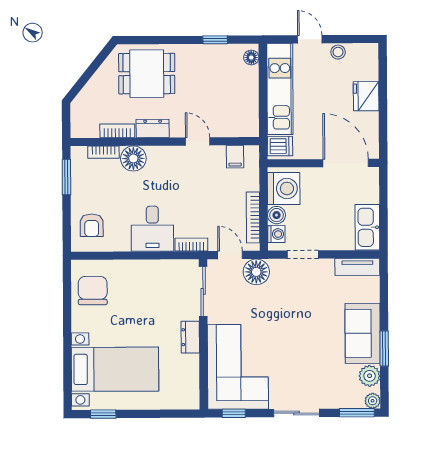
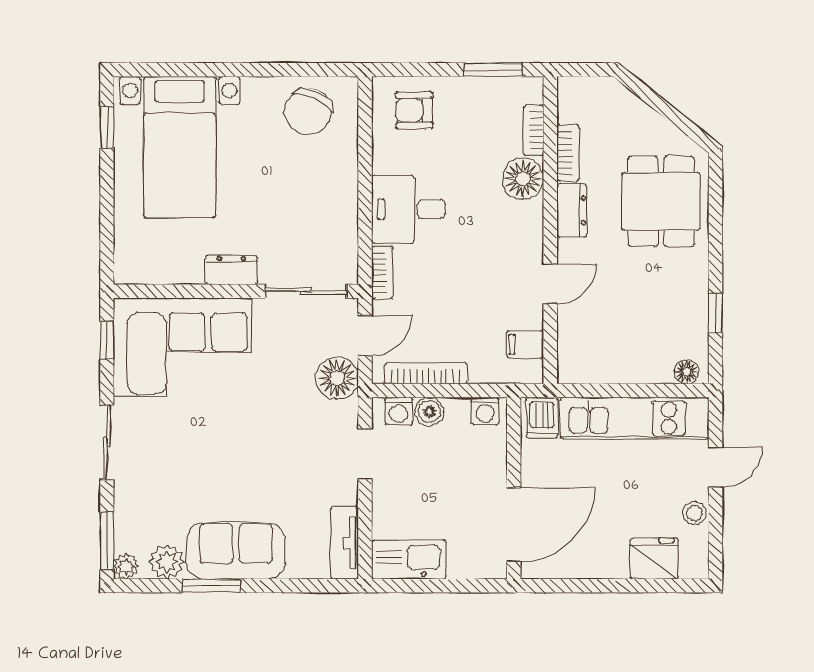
fridge: (366, 96) -> (654, 559), moved
washing machine: (284, 188) -> (485, 411), width x0.53, depth x0.53
chair: (93, 291) -> (308, 111), turned 115

